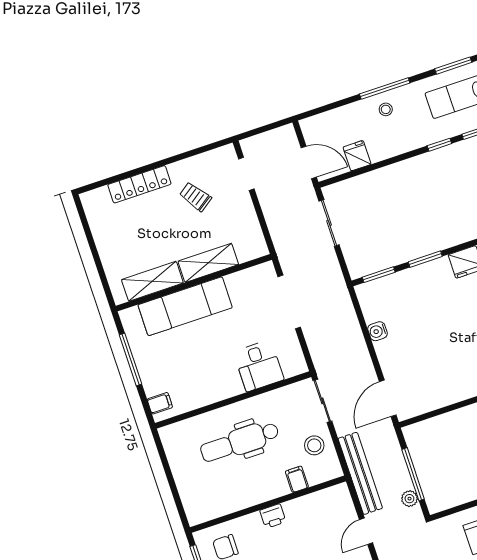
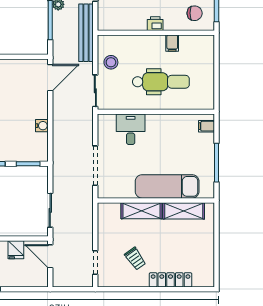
filing cabinet: (297, 479) -> (172, 43), moved

